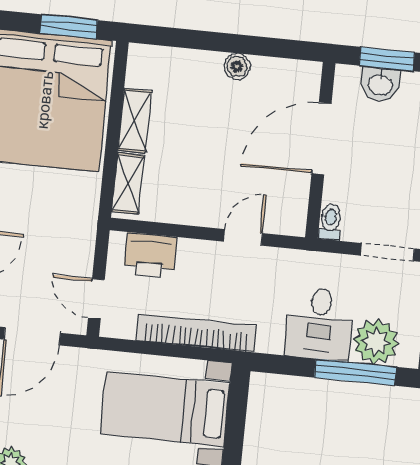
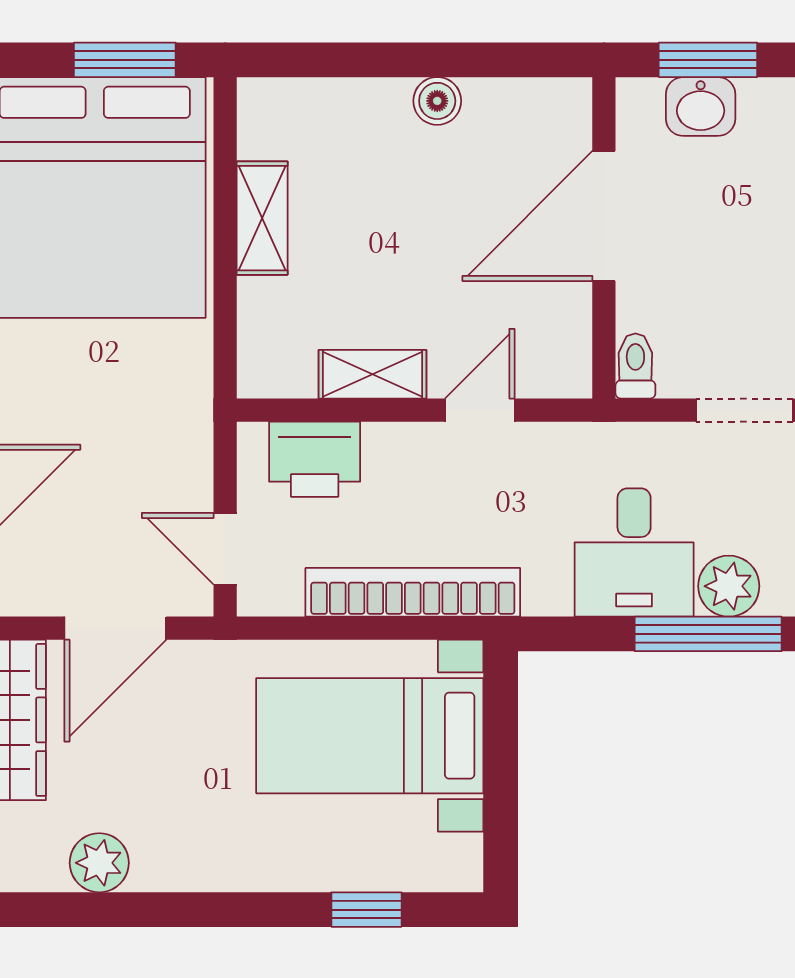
shelving: (128, 183) -> (372, 374), moved, turned 90
plant: (376, 342) -> (729, 586), width x0.73, depth x0.73

